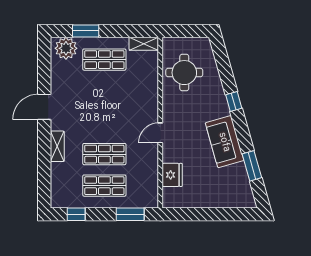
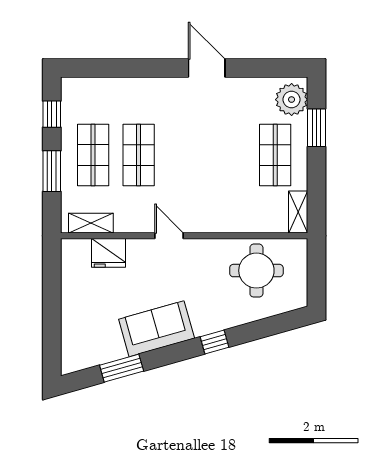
shelving: (57, 146) -> (91, 223), moved
window: (130, 214) -> (52, 171), moved

